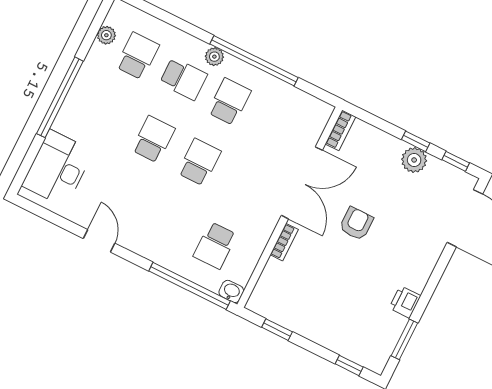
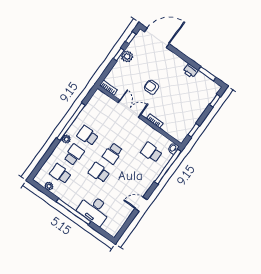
school desk: (199, 162) -> (113, 153), turned -90
desk: (58, 168) -> (94, 210), moved
double door: (302, 183) -> (129, 109), width x0.73
school desk: (215, 245) -> (151, 152), turned 180

